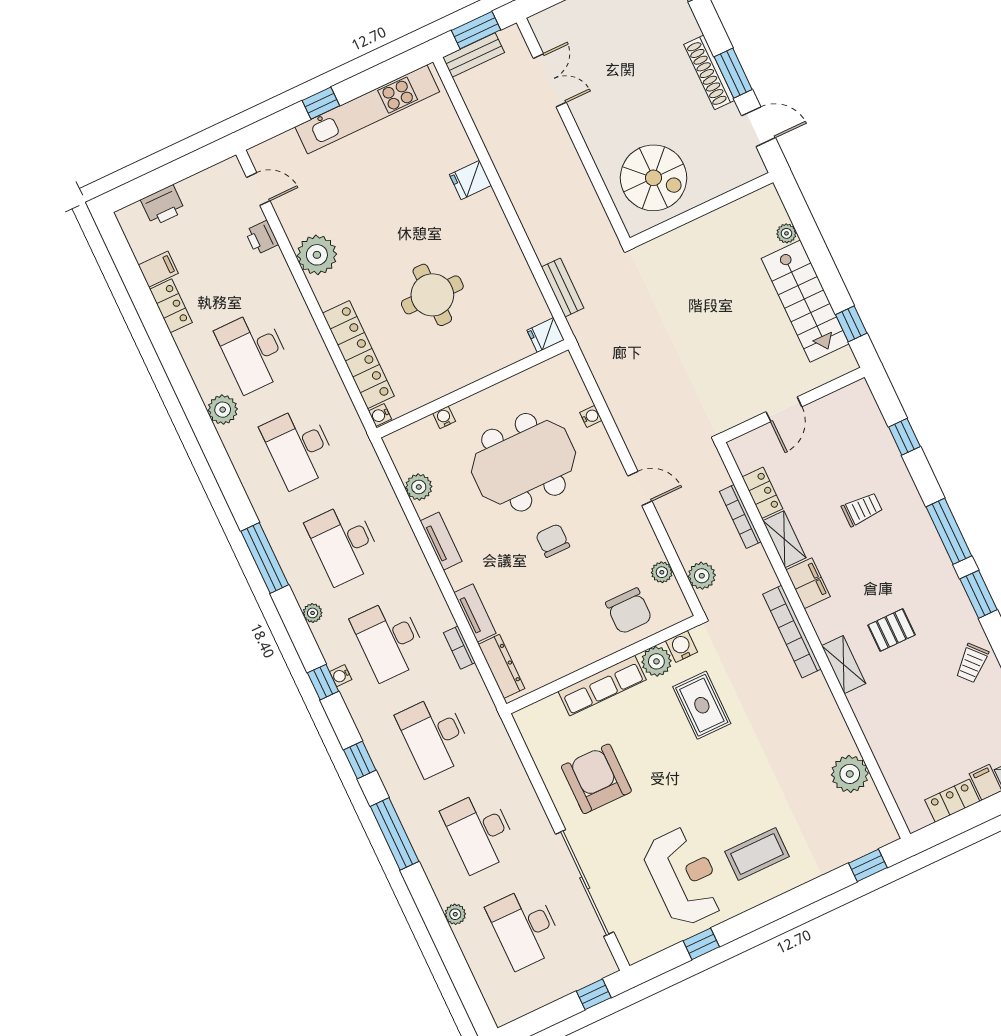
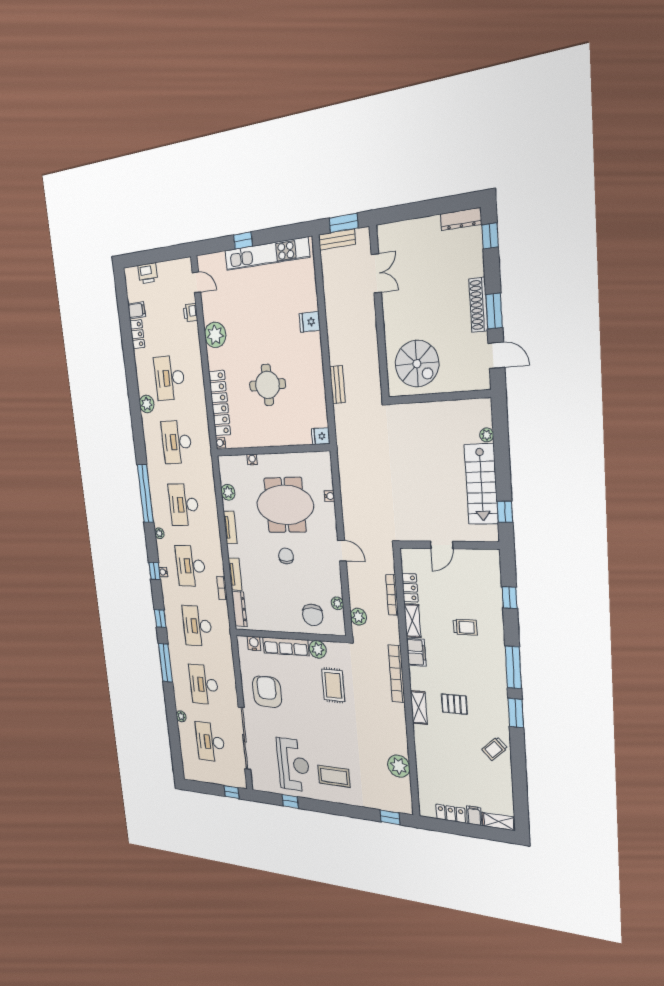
bench: (563, 287) -> (337, 385), moved
window: (265, 558) -> (145, 494), width x1.46
water cooler: (682, 646) -> (254, 643), moved

